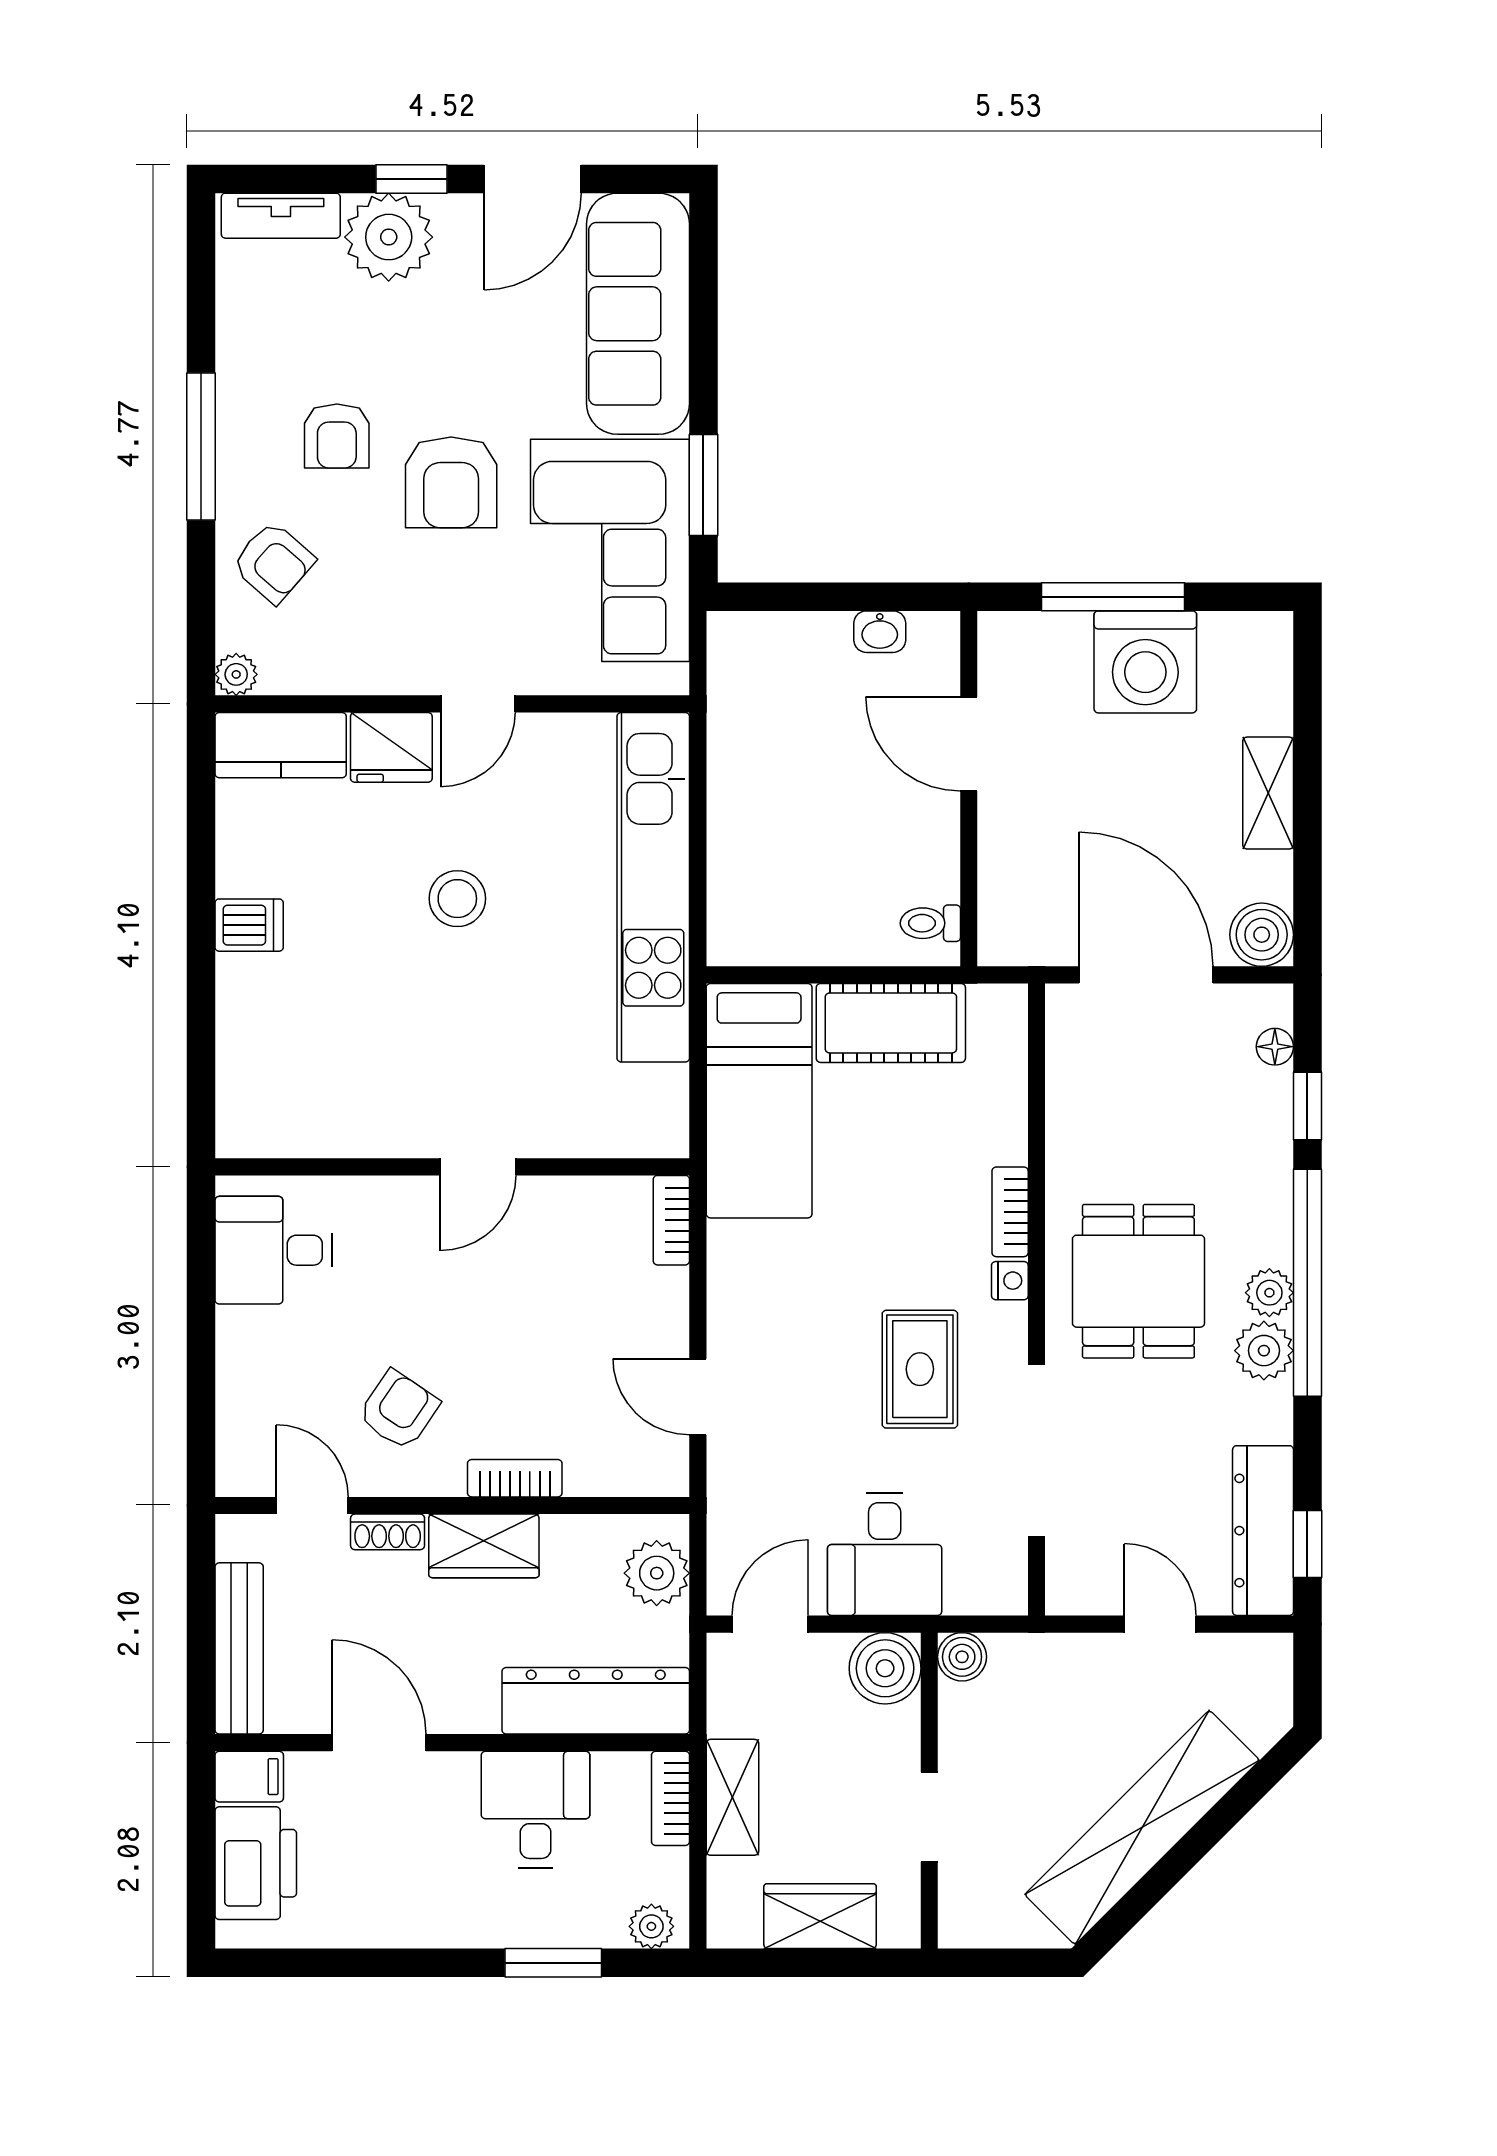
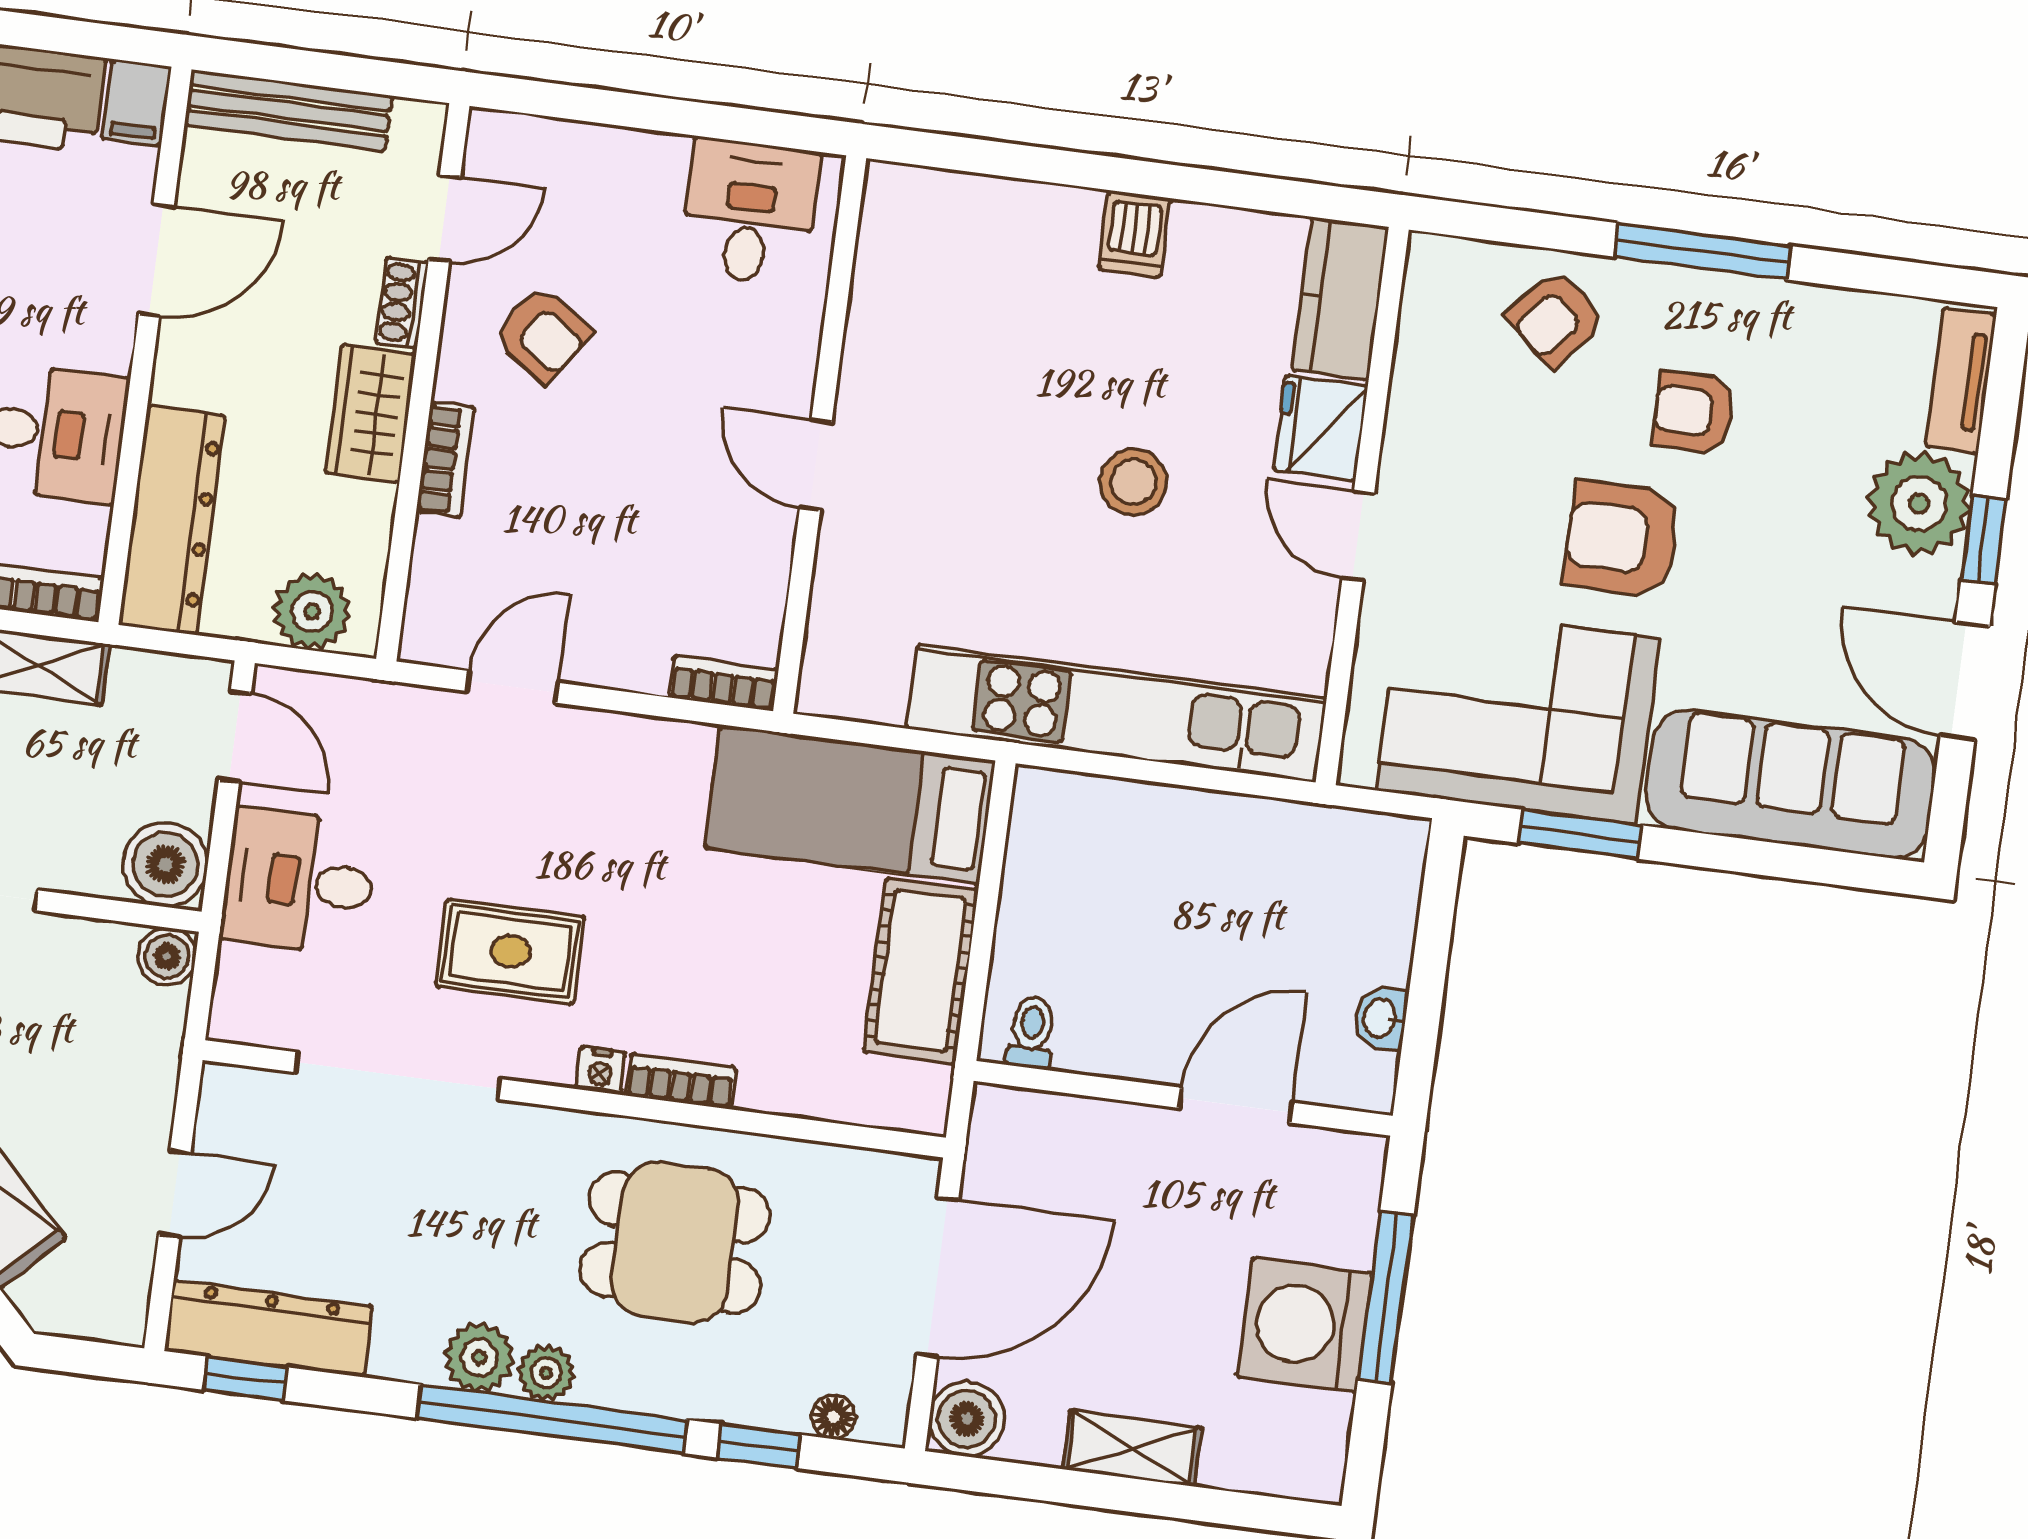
plant: (236, 674) -> (1430, 257), removed
dining table: (1138, 1281) -> (675, 1242), moved

